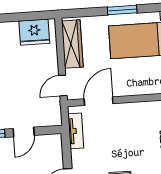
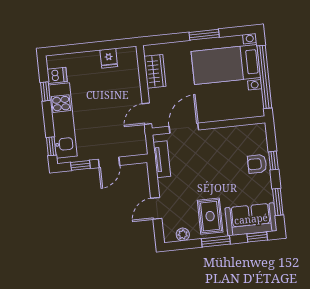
fridge: (34, 32) -> (109, 58), width x0.53, depth x0.75
wardrobe: (72, 44) -> (155, 71), width x0.67

